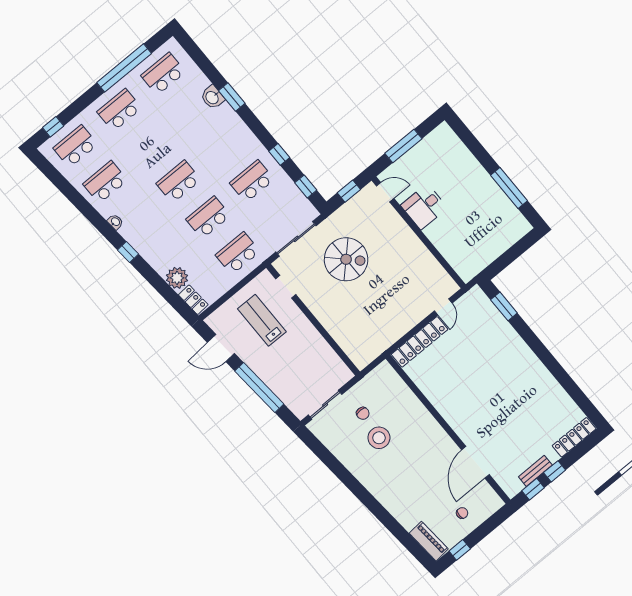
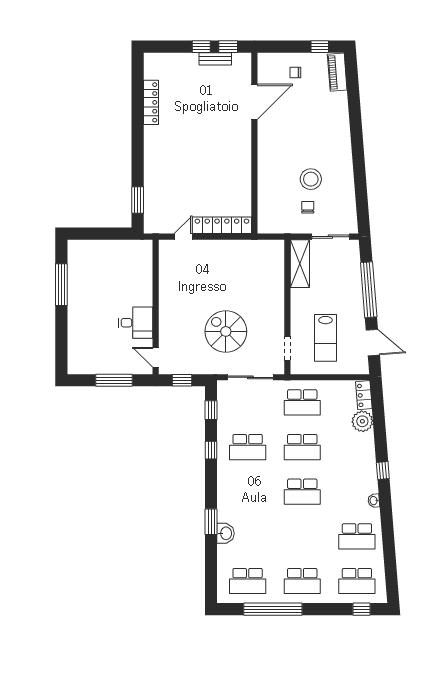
shelving: (332, 363) -> (300, 264), added
locker: (574, 437) -> (151, 102), moved, turned -90

